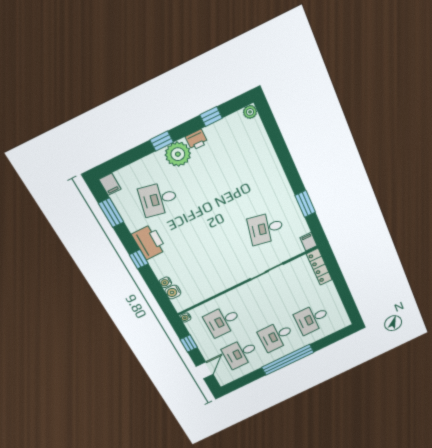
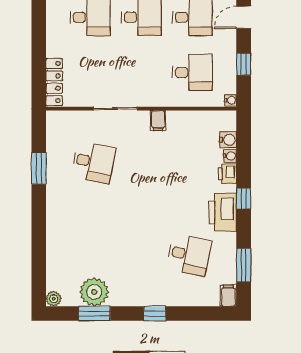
window: (211, 117) -> (94, 313), width x1.50
printer: (197, 140) -> (227, 174), moved, turned -90
plant: (178, 154) -> (94, 292), moved
filing cabinet: (309, 242) -> (158, 121), moved

